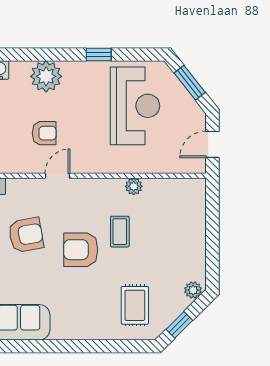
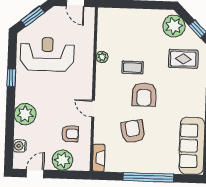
armchair: (44, 133) -> (70, 134), moved, turned 90
plant: (193, 290) -> (174, 26), width x1.87, depth x1.87

